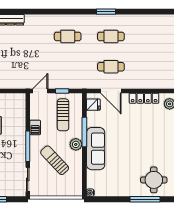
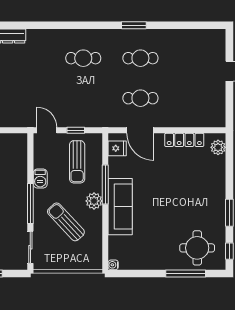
door: (40, 91) -> (47, 130), hinge flipped

